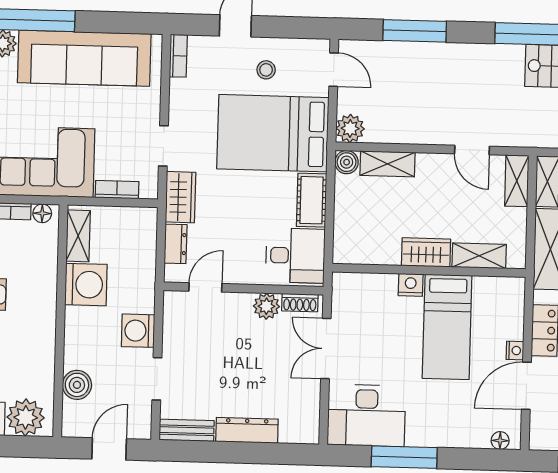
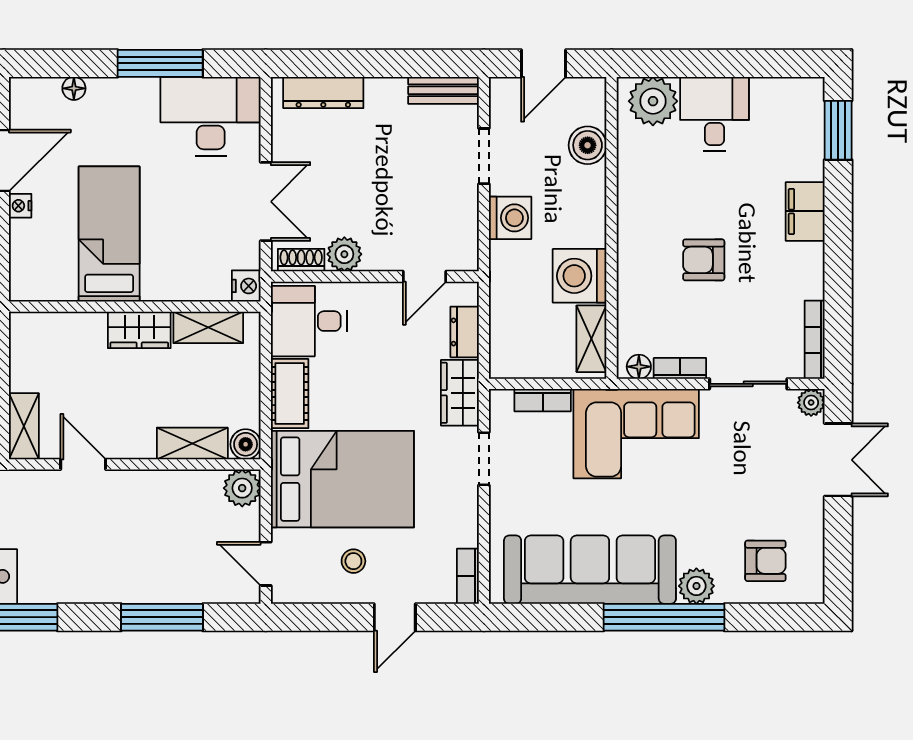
shelving: (479, 256) -> (208, 327), moved
nightstand: (411, 285) -> (246, 286), moved, turned -90
dresser: (247, 430) -> (323, 92), moved
floor lamp: (500, 441) -> (74, 88), moved

